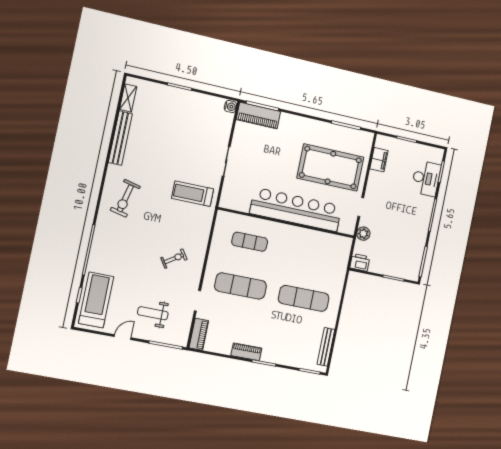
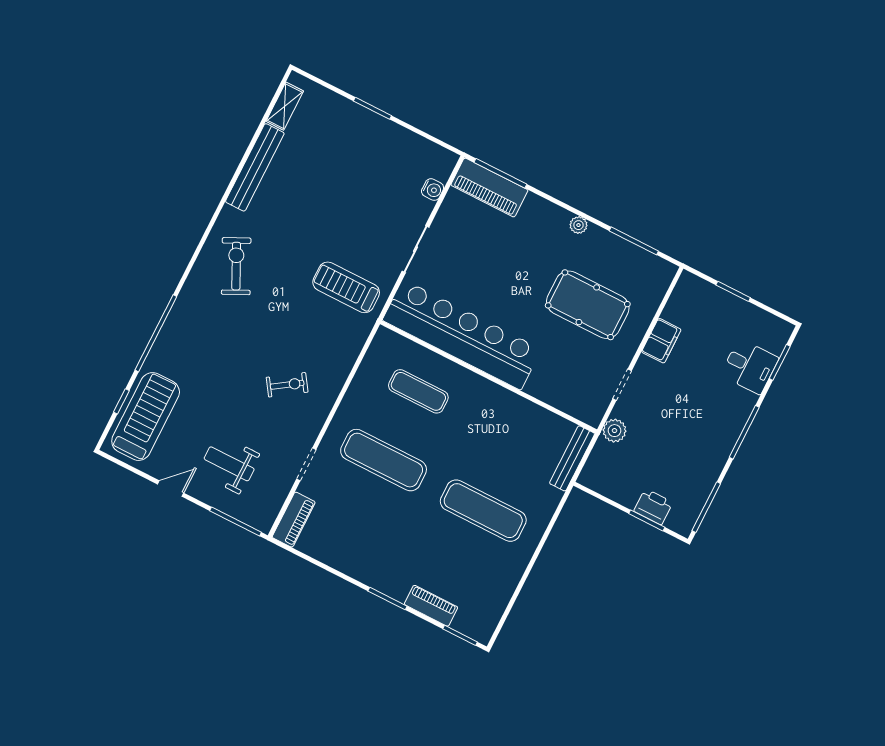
water cooler: (230, 107) -> (433, 190), moved
plant: (314, 124) -> (578, 225), added
filing cabinet: (379, 160) -> (661, 341), moved
pool table: (330, 168) -> (588, 305), width x0.73, depth x0.76
desk: (426, 178) -> (750, 366), width x0.73
exercise bike: (125, 198) -> (236, 266), turned 141
bar counter: (296, 210) -> (462, 335), moved
printer: (360, 262) -> (653, 507), moved
bench: (326, 347) -> (572, 458), moved
piano: (246, 352) -> (431, 606), moved

